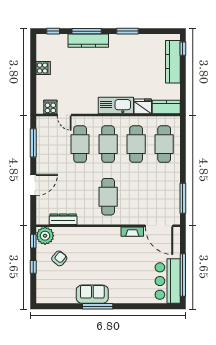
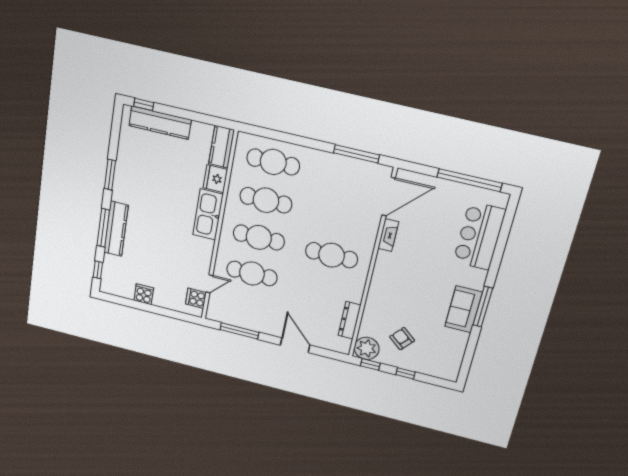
bar counter: (168, 281) -> (479, 236), moved, turned 90

